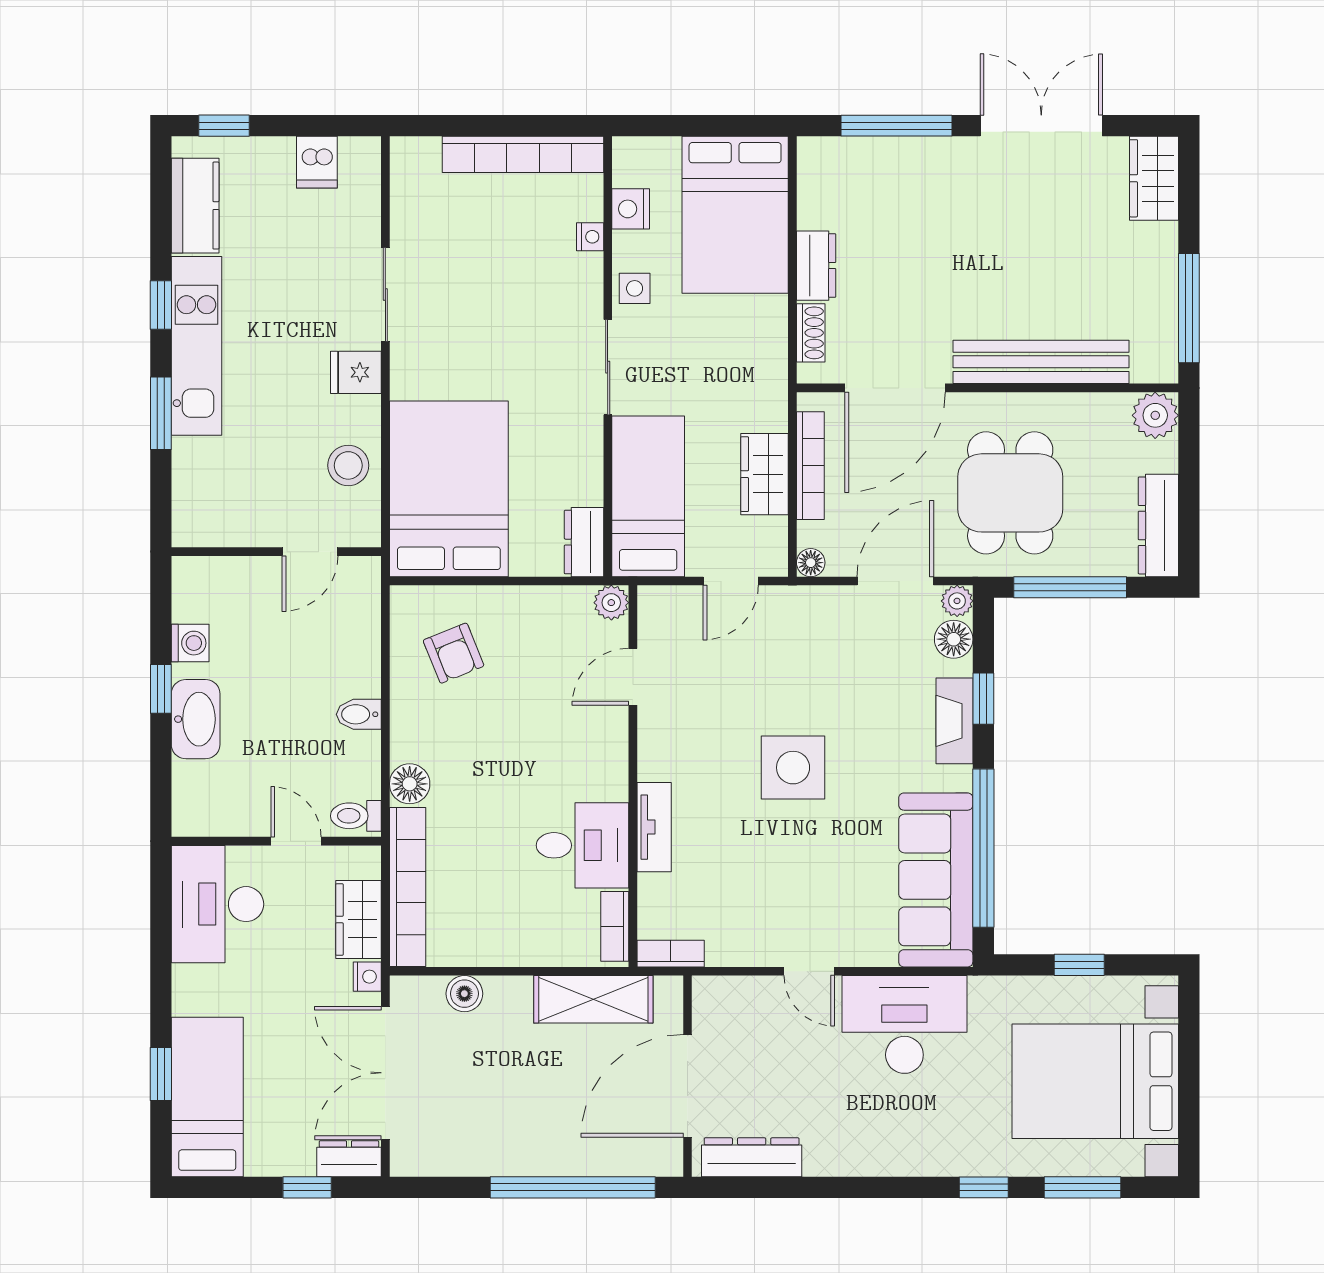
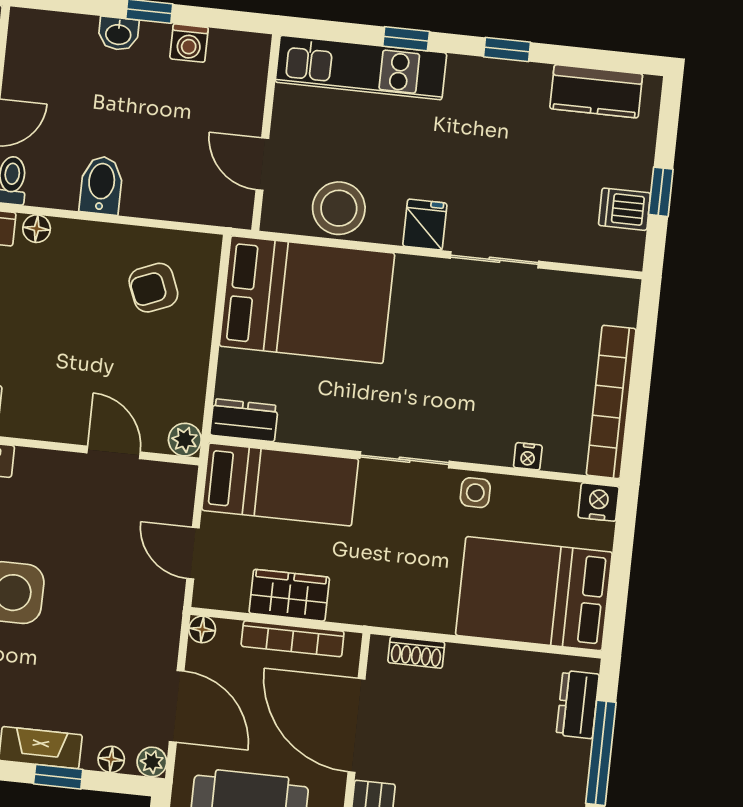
window: (224, 126) -> (661, 192), moved
nightstand: (631, 209) -> (599, 502), moved
dresser: (816, 266) -> (578, 705), moved, turned 90
kitchen unit: (197, 346) -> (361, 68), moved
window: (161, 413) -> (406, 39), width x0.67
stool: (348, 465) -> (339, 208), width x1.38, depth x1.38
floor lamp: (954, 639) -> (111, 759), width x0.73, depth x0.73
bidet: (359, 714) -> (101, 185), width x1.38, depth x1.36
washbasin: (196, 719) -> (118, 34), width x0.52, depth x0.69
floor lamp: (410, 784) -> (37, 229), width x0.73, depth x0.73

